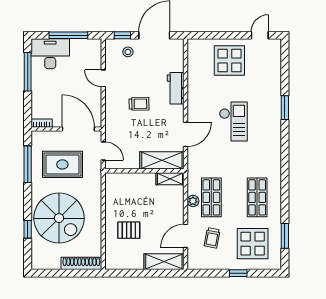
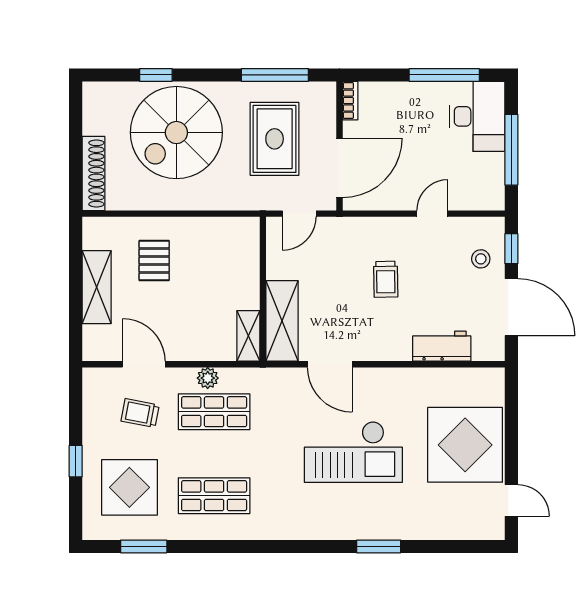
display table: (229, 60) -> (465, 445), width x1.36, depth x1.36
workbench: (176, 88) -> (442, 346), moved
checkout: (233, 121) -> (353, 452), width x1.36, depth x1.21
shelving: (164, 262) -> (97, 287), moved

